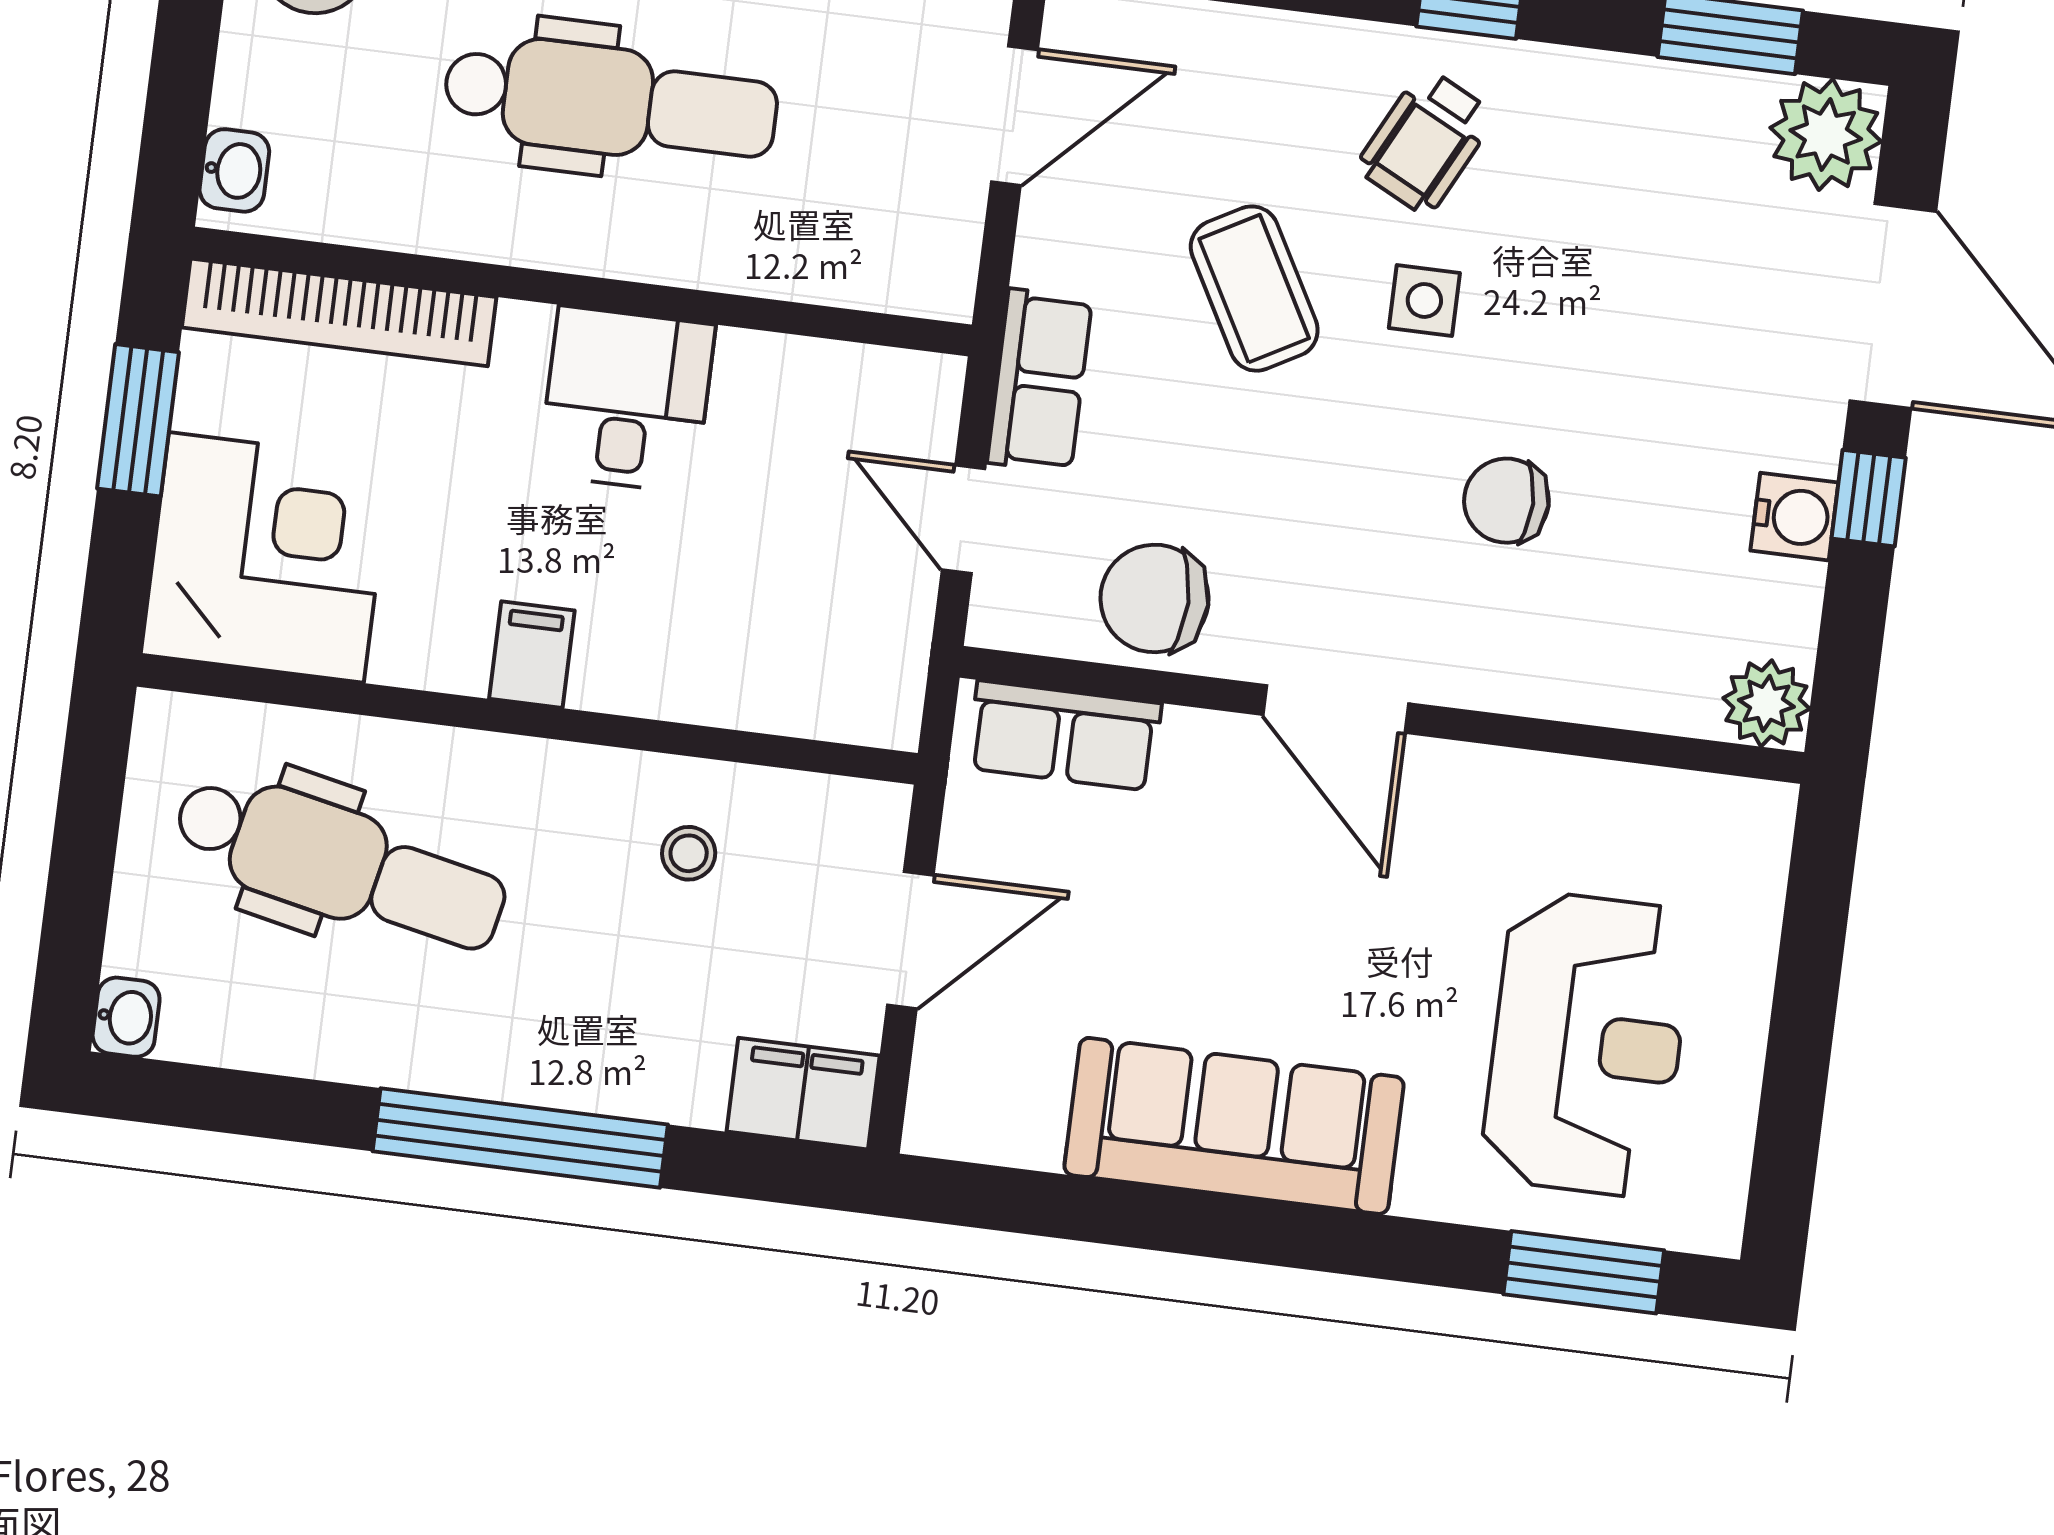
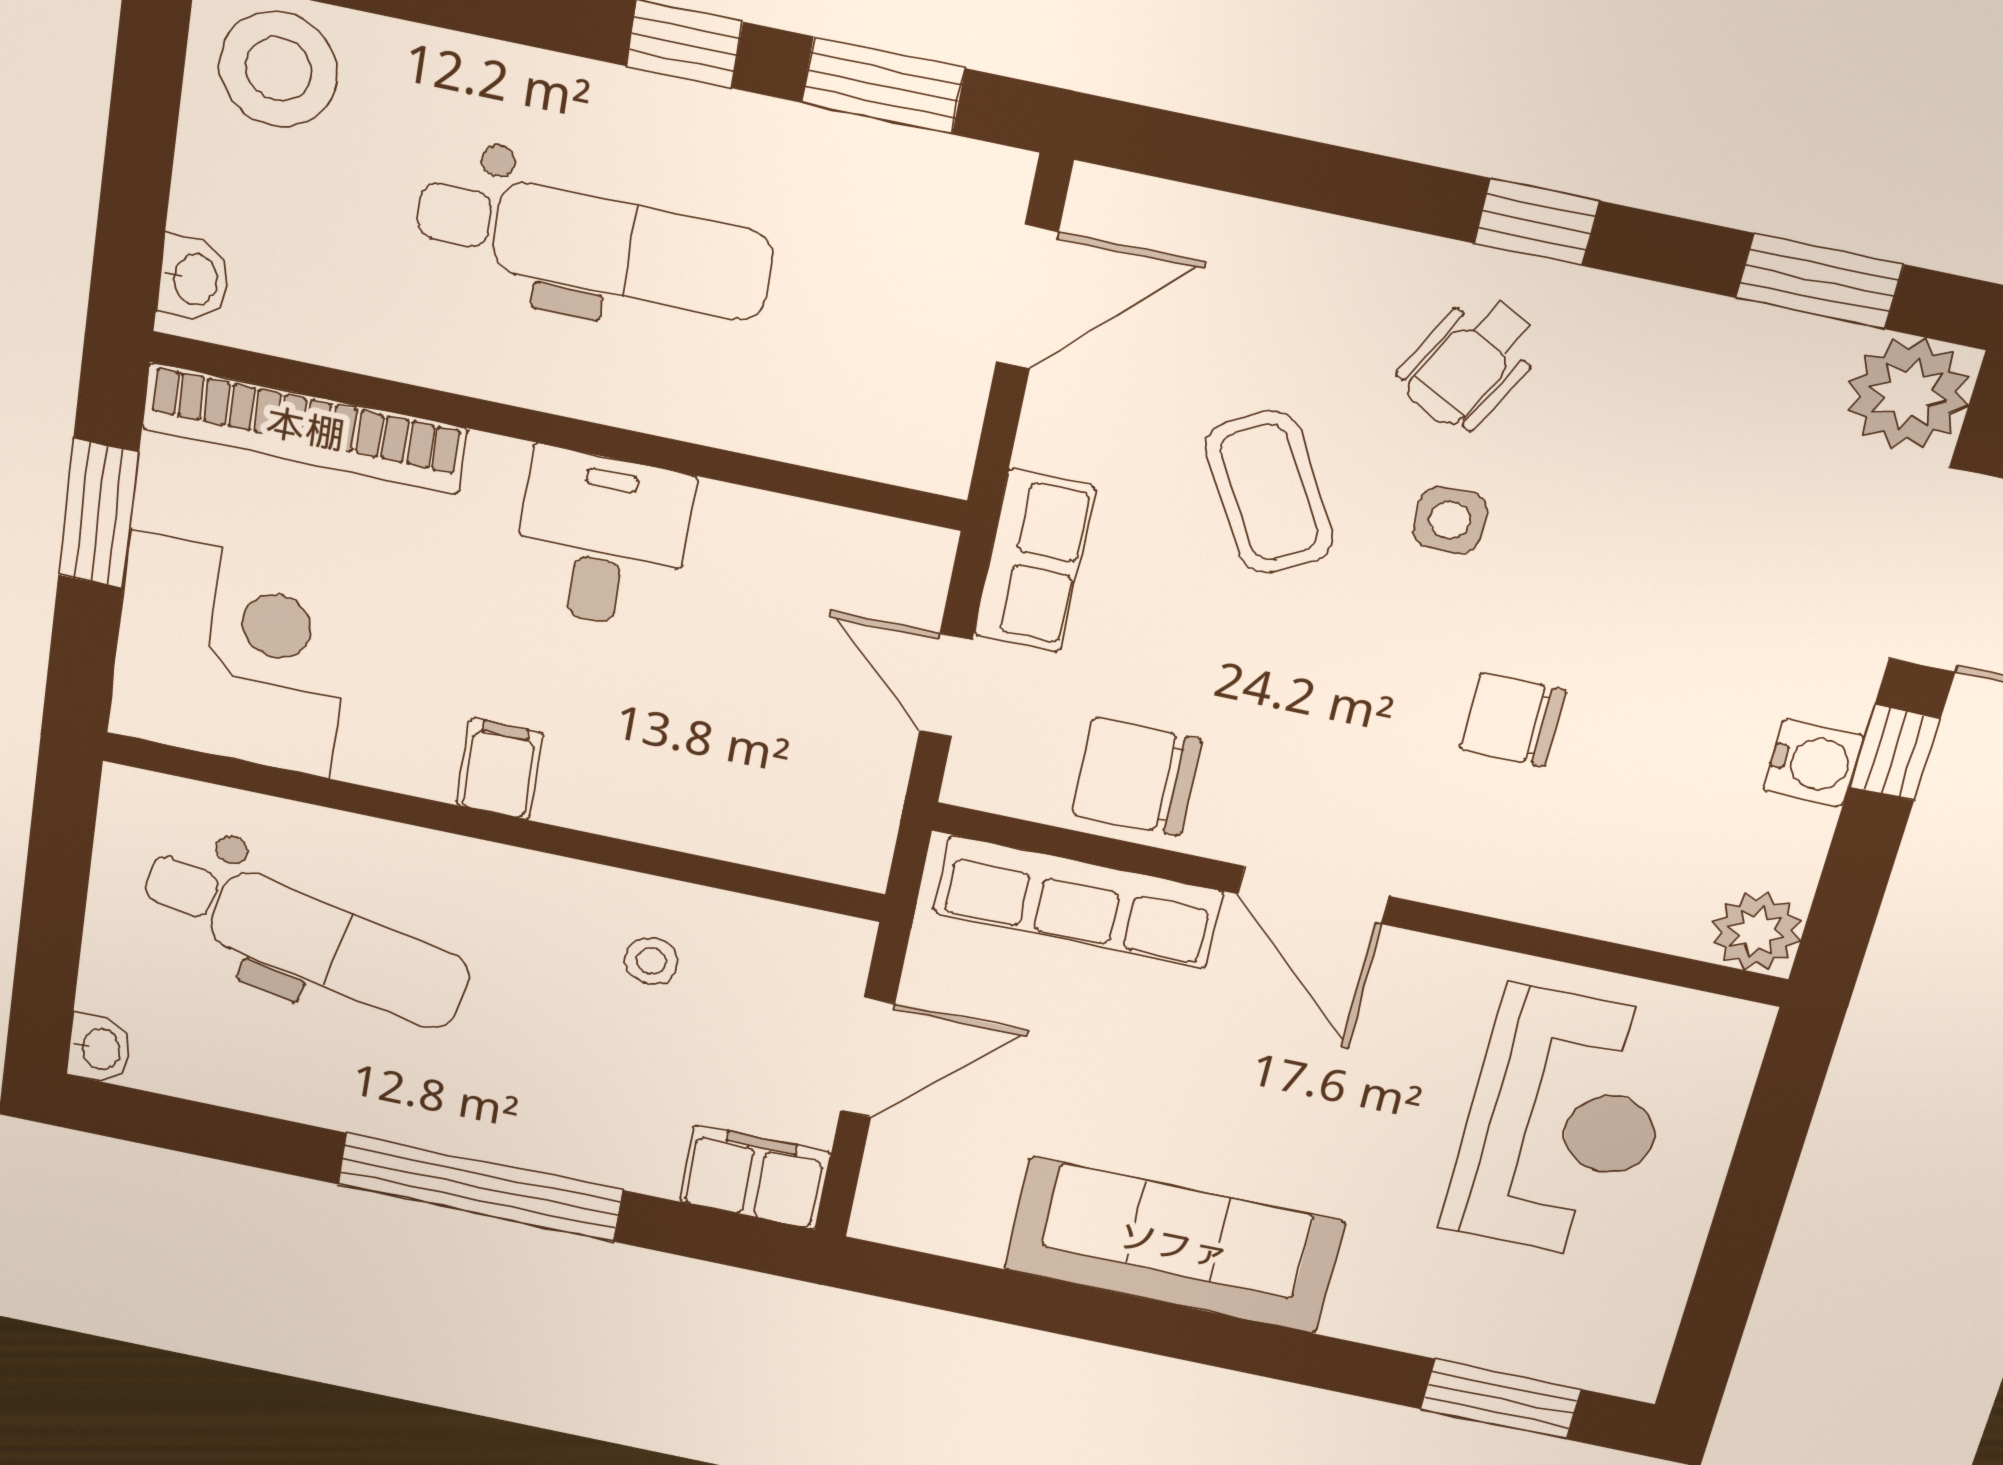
row of seats: (1064, 736) -> (1079, 902), width x1.48
reception desk: (1587, 1044) -> (1562, 1124), moved

